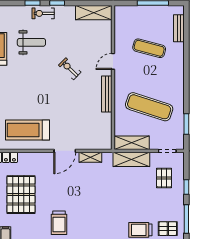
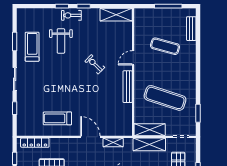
weight bench: (31, 42) -> (61, 41), turned 90
treadmill: (27, 130) -> (57, 118), width x0.73, depth x0.73
door: (65, 151) -> (90, 137), swing flipped

